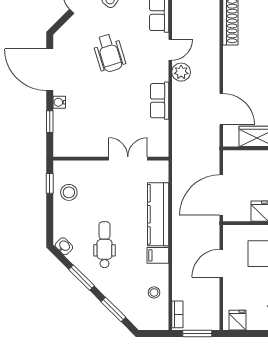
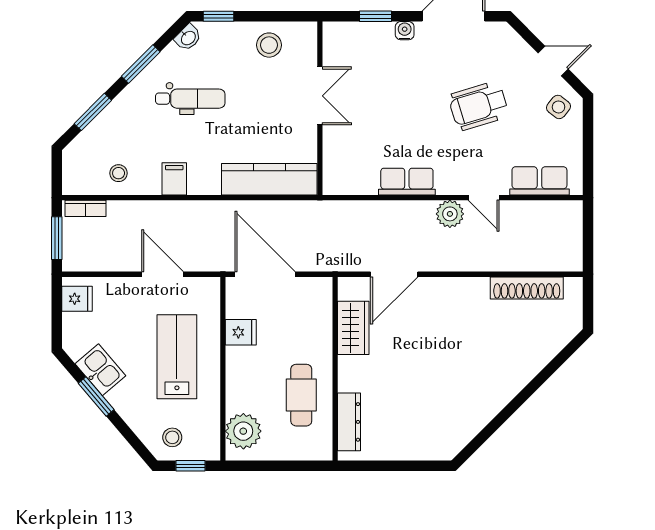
double door: (128, 159) -> (320, 96), moved
window: (50, 183) -> (218, 16), moved
kitchen counter: (158, 214) -> (269, 179), moved

